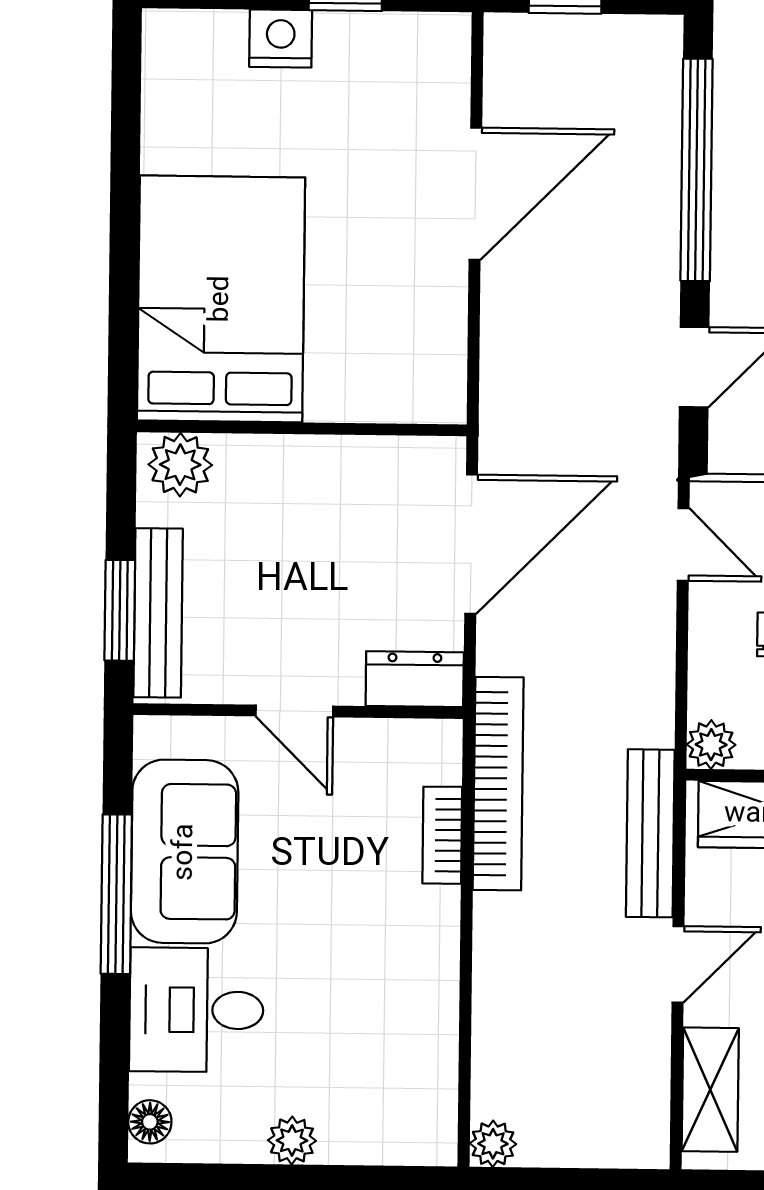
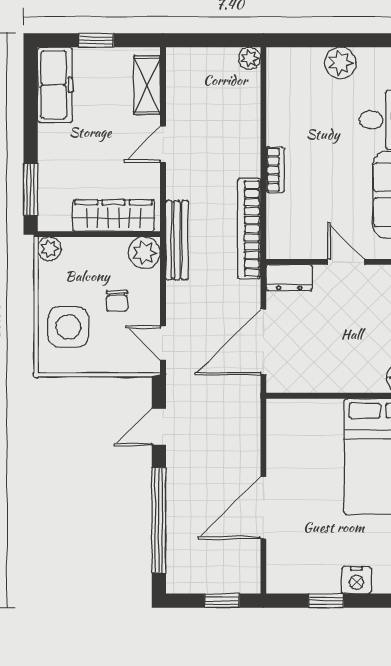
plant: (711, 745) -> (144, 253), width x1.38, depth x1.38
bench: (650, 833) -> (177, 240), moved
bookcase: (442, 835) -> (275, 170), moved
plant: (292, 1140) -> (340, 63), width x1.38, depth x1.38

